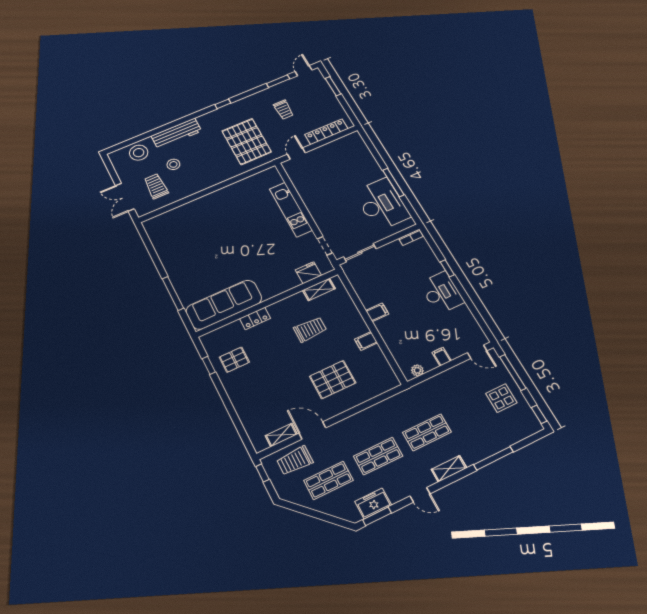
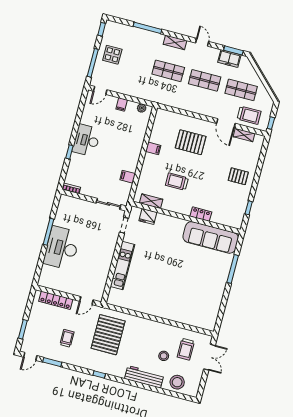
desk: (382, 204) -> (62, 248), moved
filing cabinet: (377, 312) -> (128, 177), moved
door: (477, 352) -> (100, 90), swing flipped
pallet: (234, 360) -> (238, 176), moved

